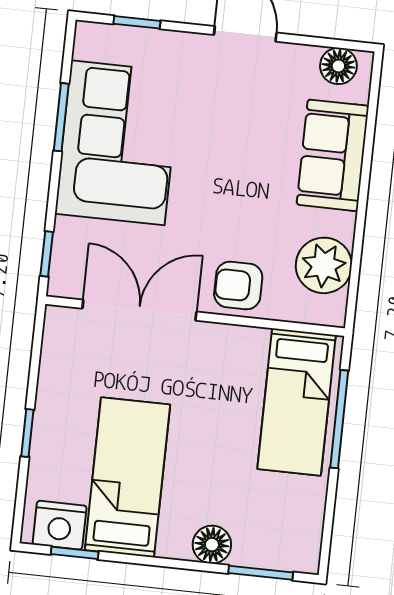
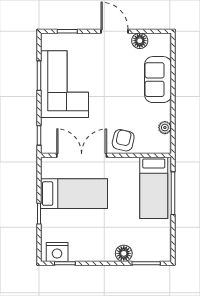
floor lamp: (338, 66) -> (140, 41), moved
plant: (324, 265) -> (165, 128), width x0.53, depth x0.53
armchair: (238, 286) -> (123, 140), turned 103
bed: (128, 477) -> (74, 194), moved, turned 90

